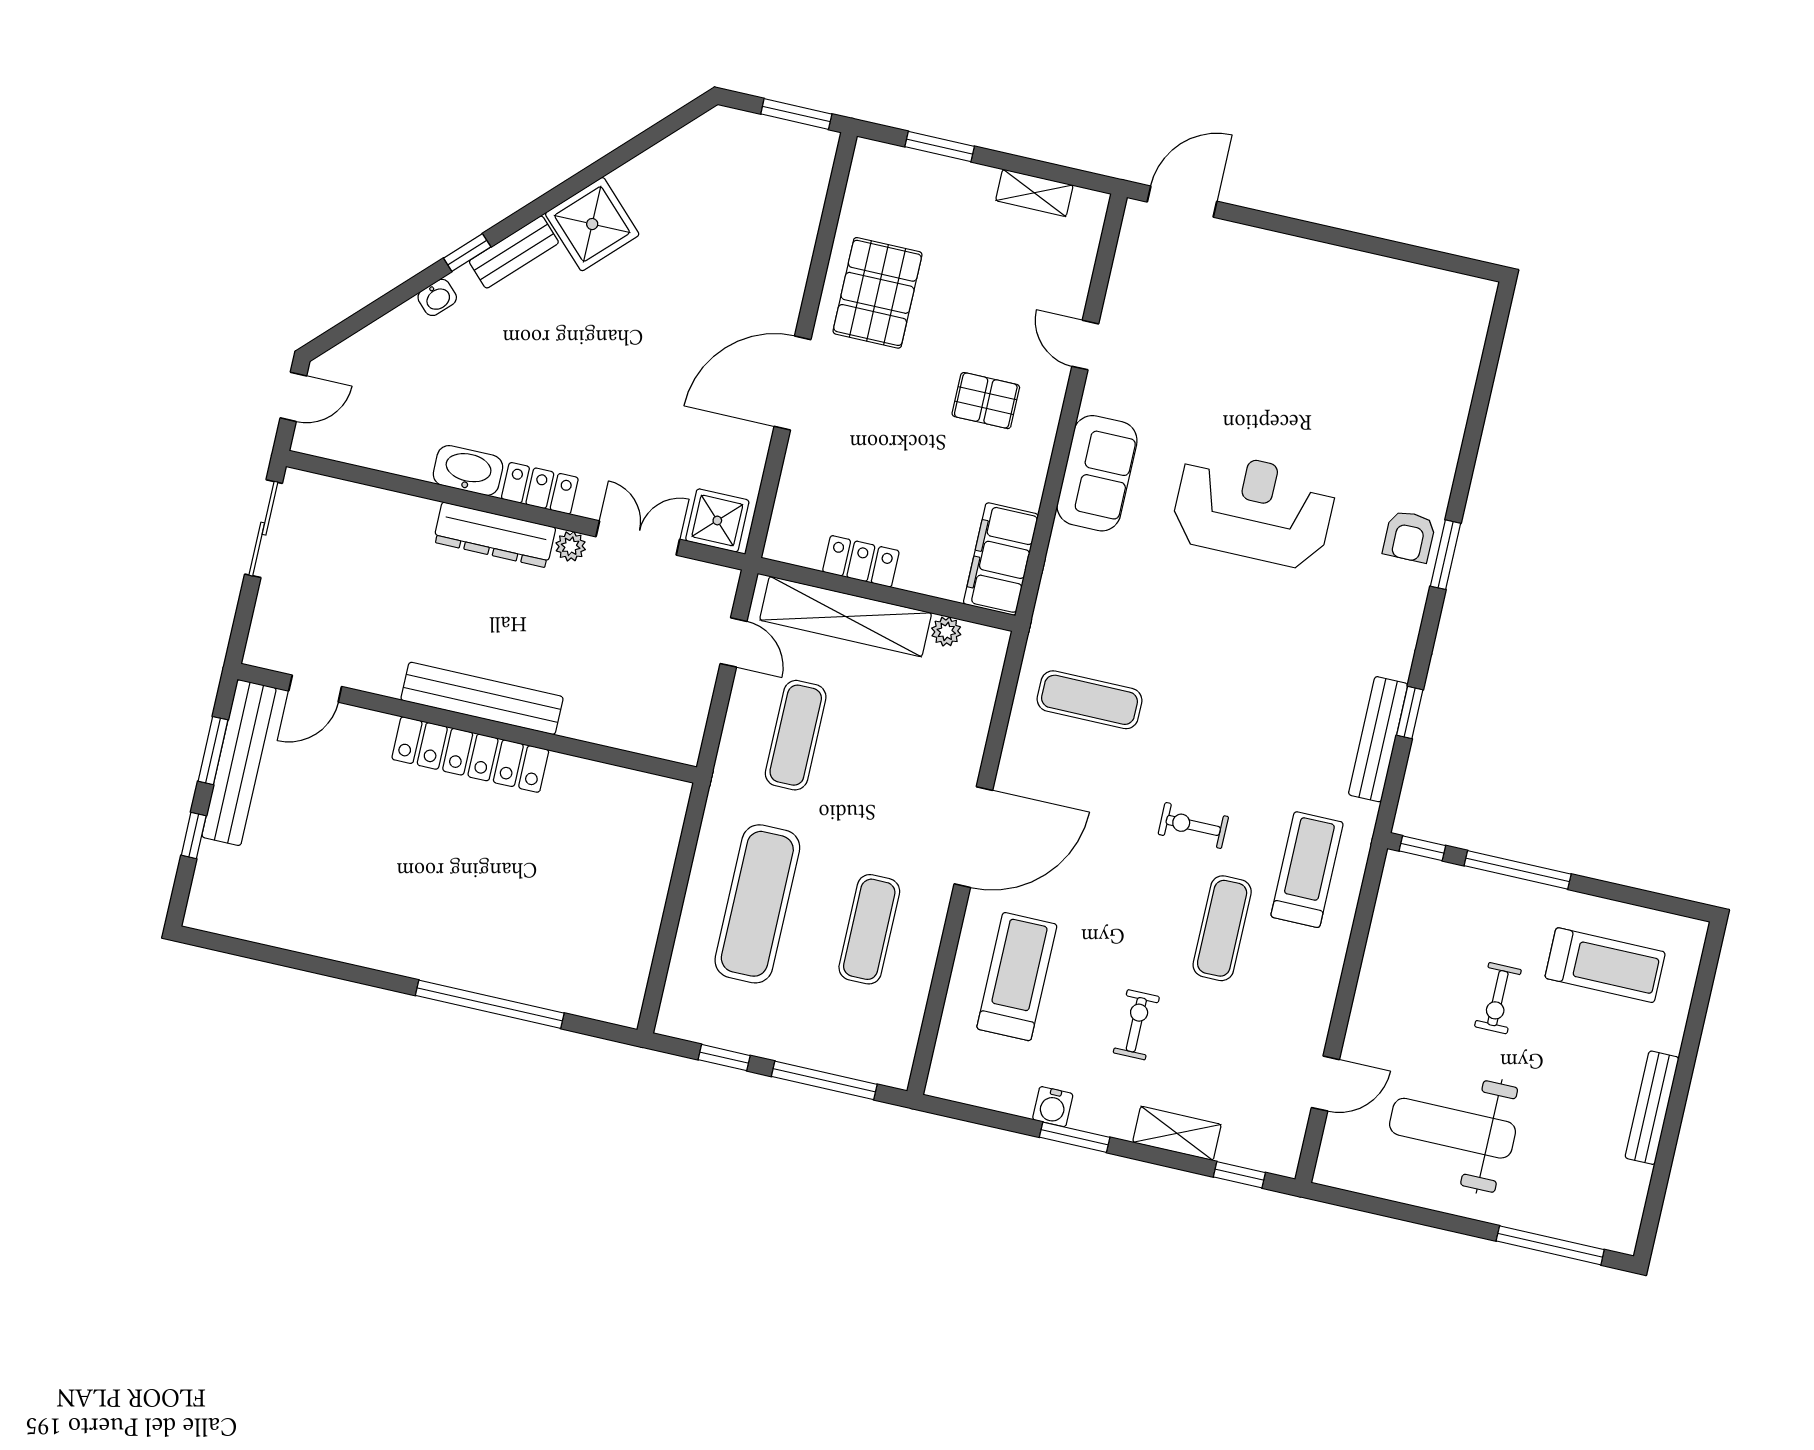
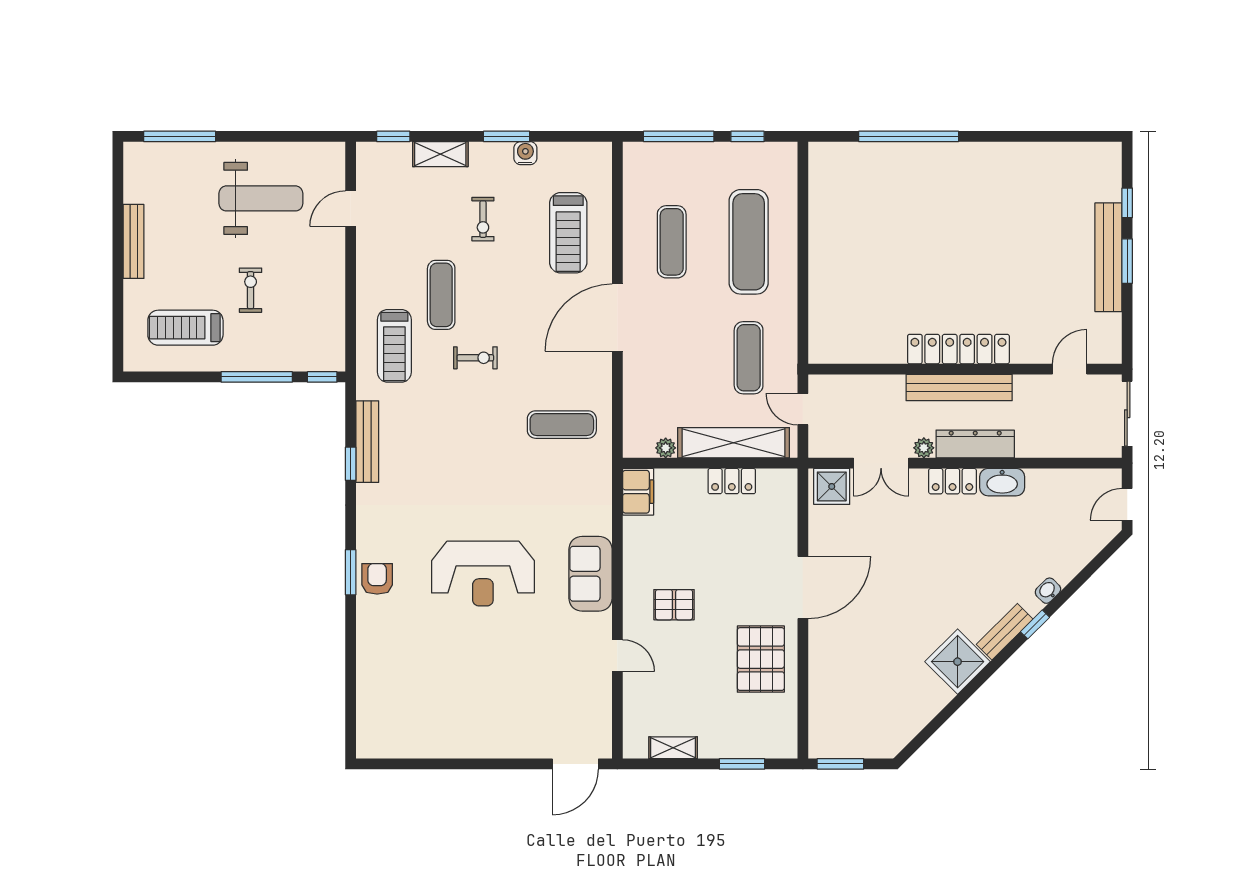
filing cabinet: (1001, 559) -> (638, 492), width x0.67, depth x0.86
door: (315, 689) -> (1070, 369), moved
bench: (482, 698) -> (959, 388), moved
wall: (467, 723) -> (965, 369), moved
locker: (470, 755) -> (958, 349), moved

